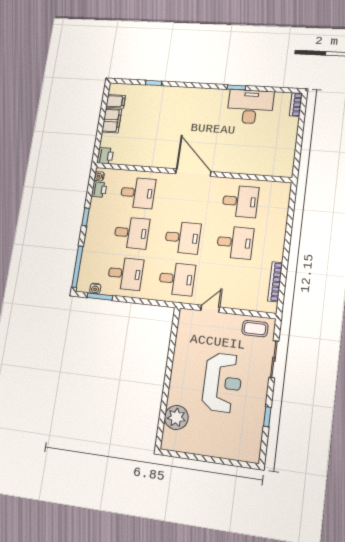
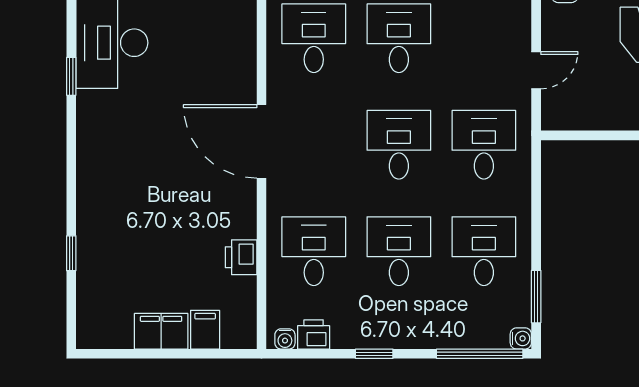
filing cabinet: (116, 101) -> (205, 330), moved
printer: (105, 156) -> (241, 257), moved, turned -90
door: (193, 173) -> (262, 141), hinge flipped
water cooler: (95, 289) -> (521, 338), moved
door: (210, 309) -> (536, 70), swing flipped

